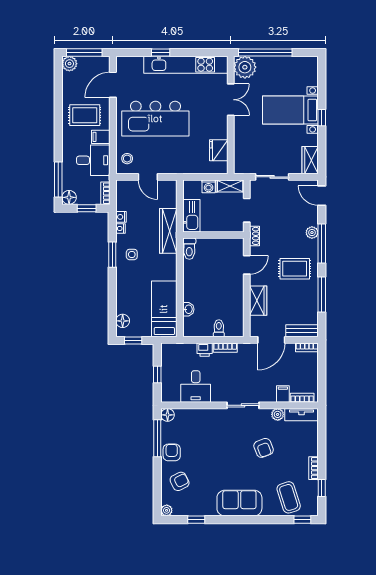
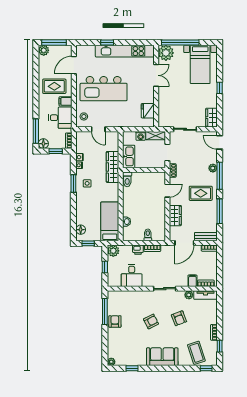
bed with nightstands: (290, 110) -> (200, 64), moved, turned -90
plant: (169, 351) -> (113, 251), added
floor lamp: (168, 415) -> (112, 295), removed
armchair: (180, 481) -> (151, 321), moved

